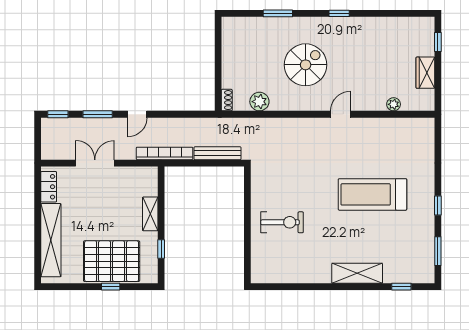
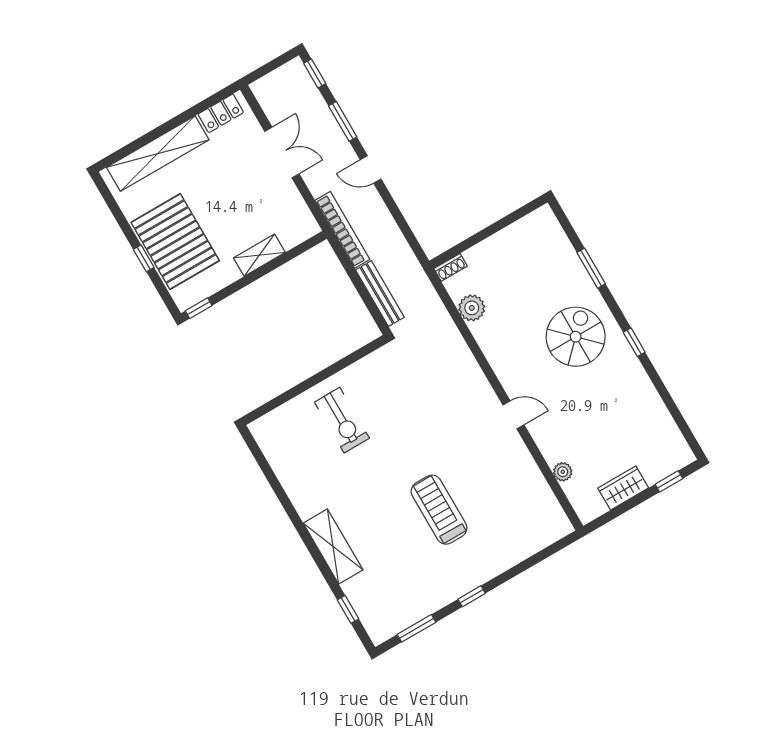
spiral stairs: (306, 65) -> (576, 337), moved, turned -90
treadmill: (372, 194) -> (439, 510), width x0.73, depth x0.73
window: (161, 249) -> (199, 308), moved

